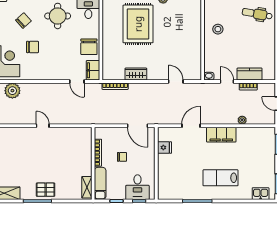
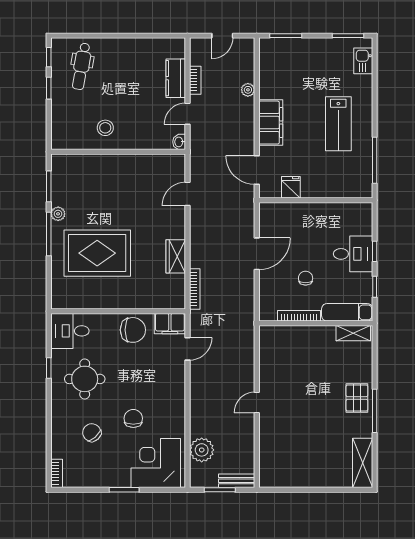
fridge: (164, 148) -> (291, 187), moved
wall: (156, 163) -> (316, 200), moved

